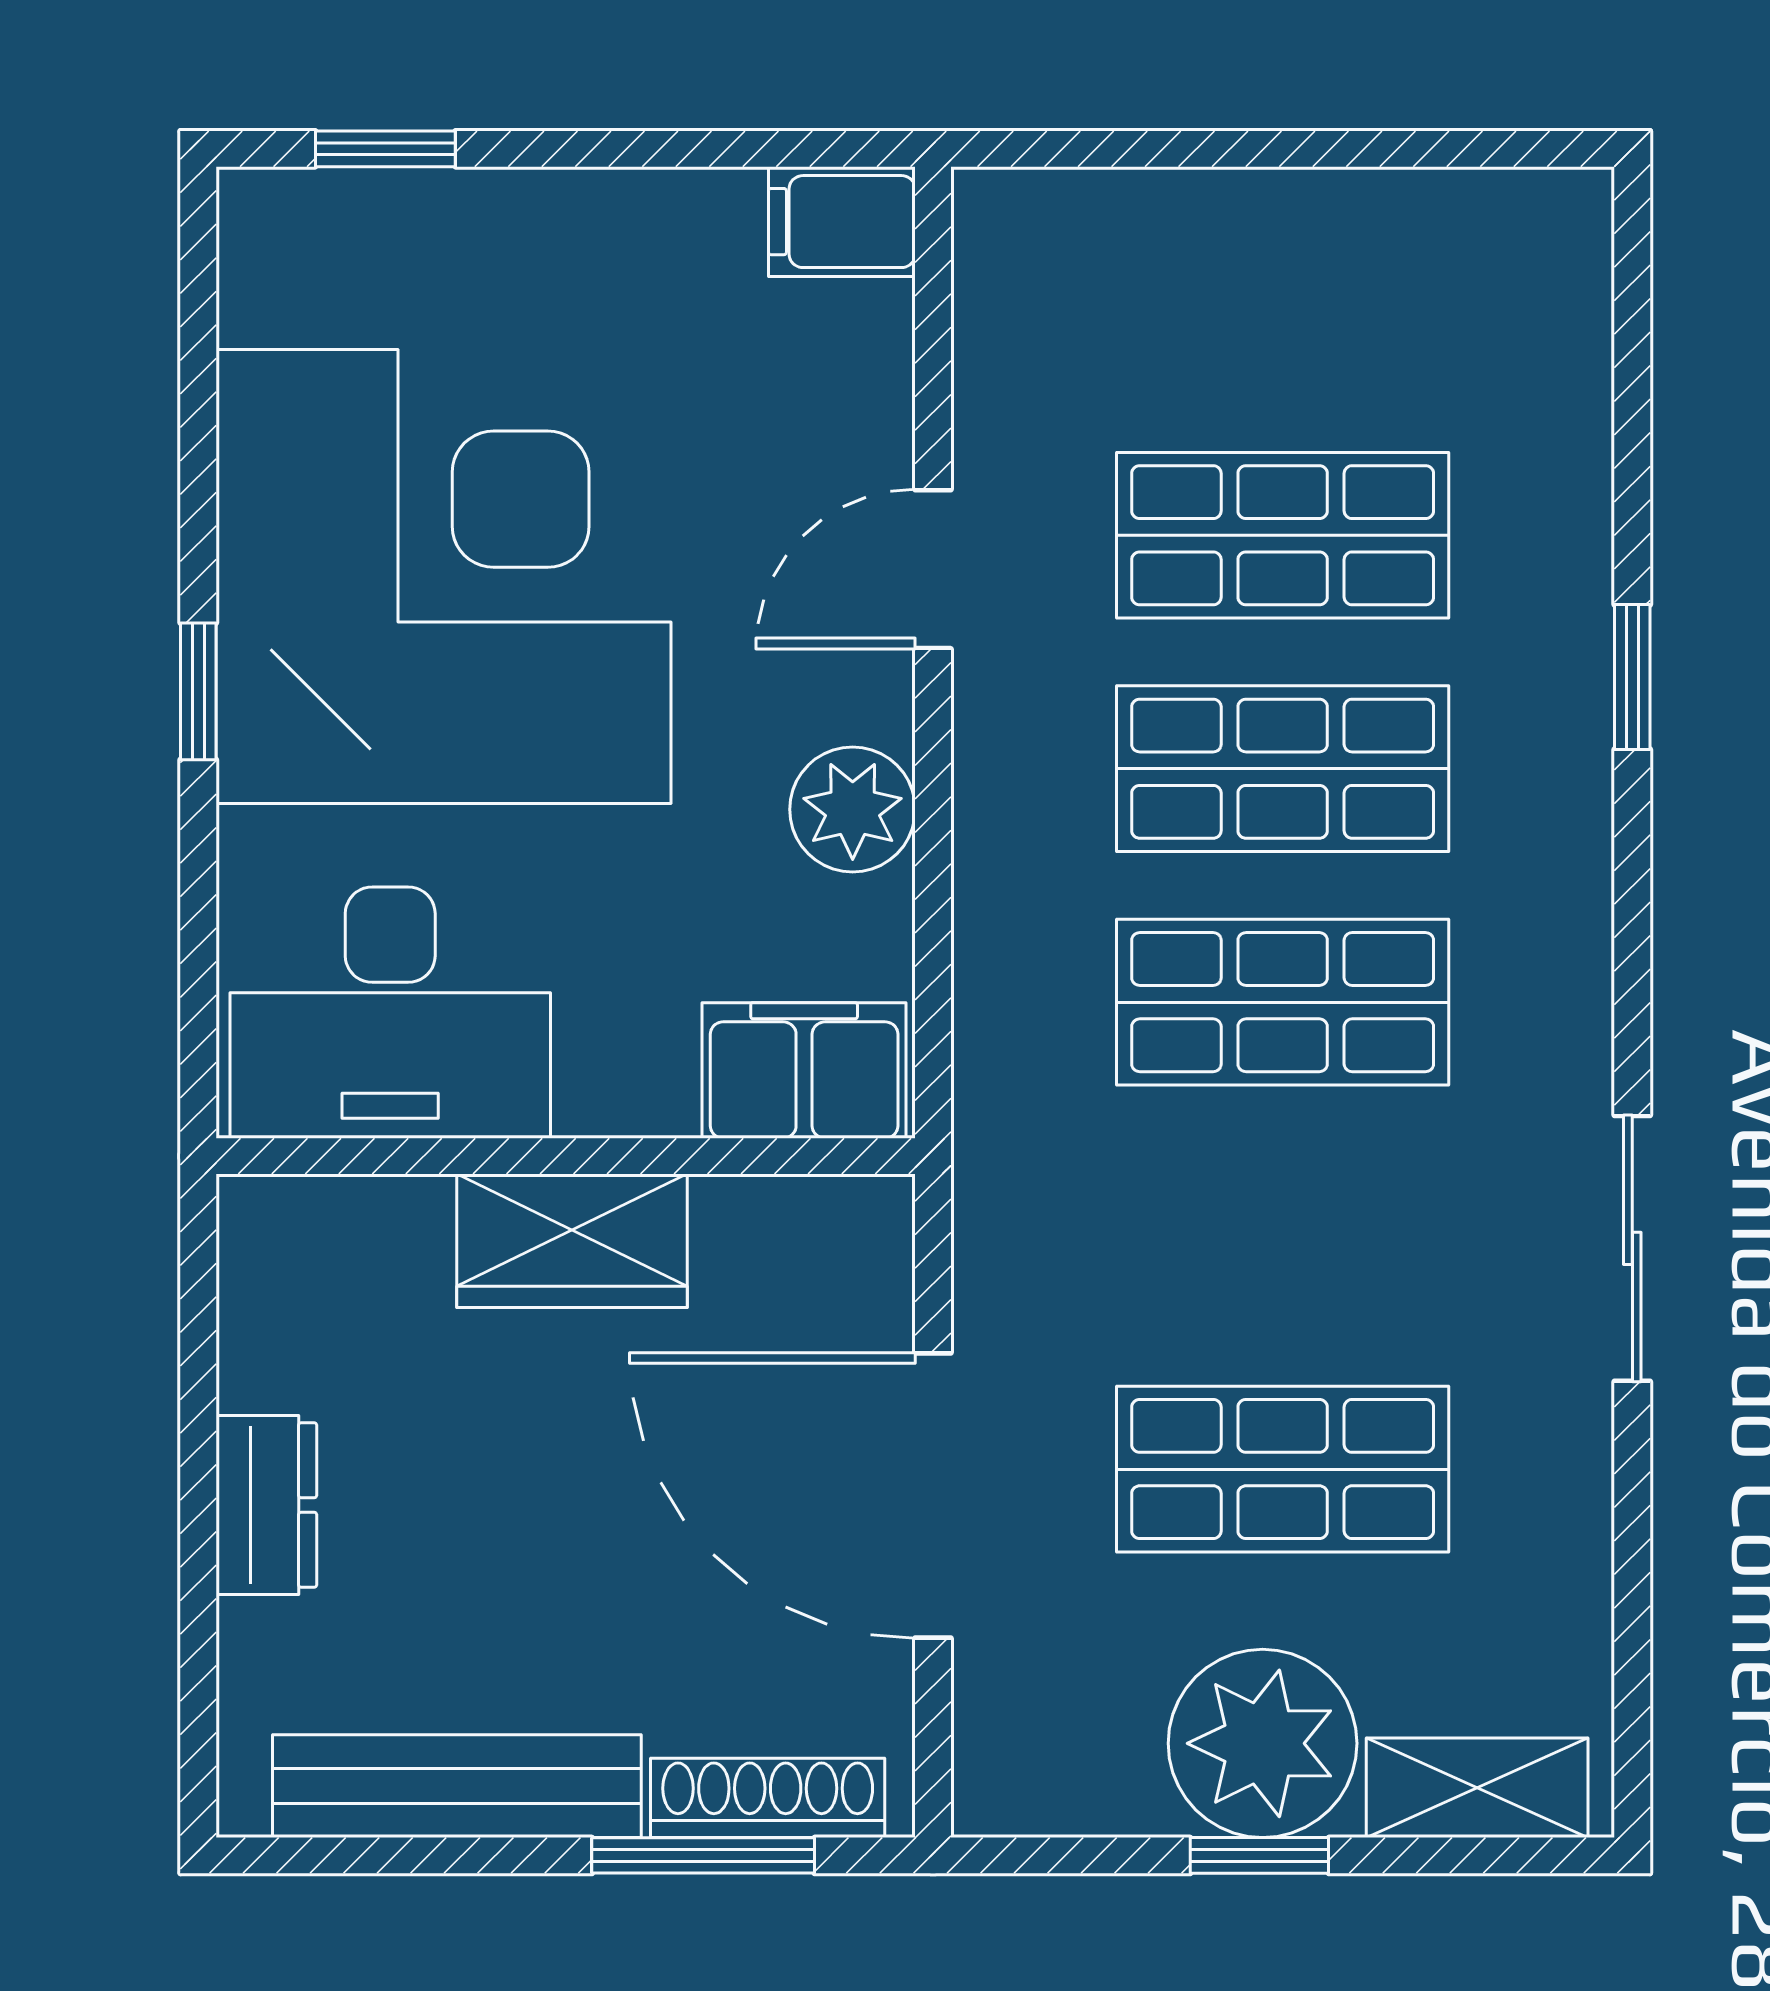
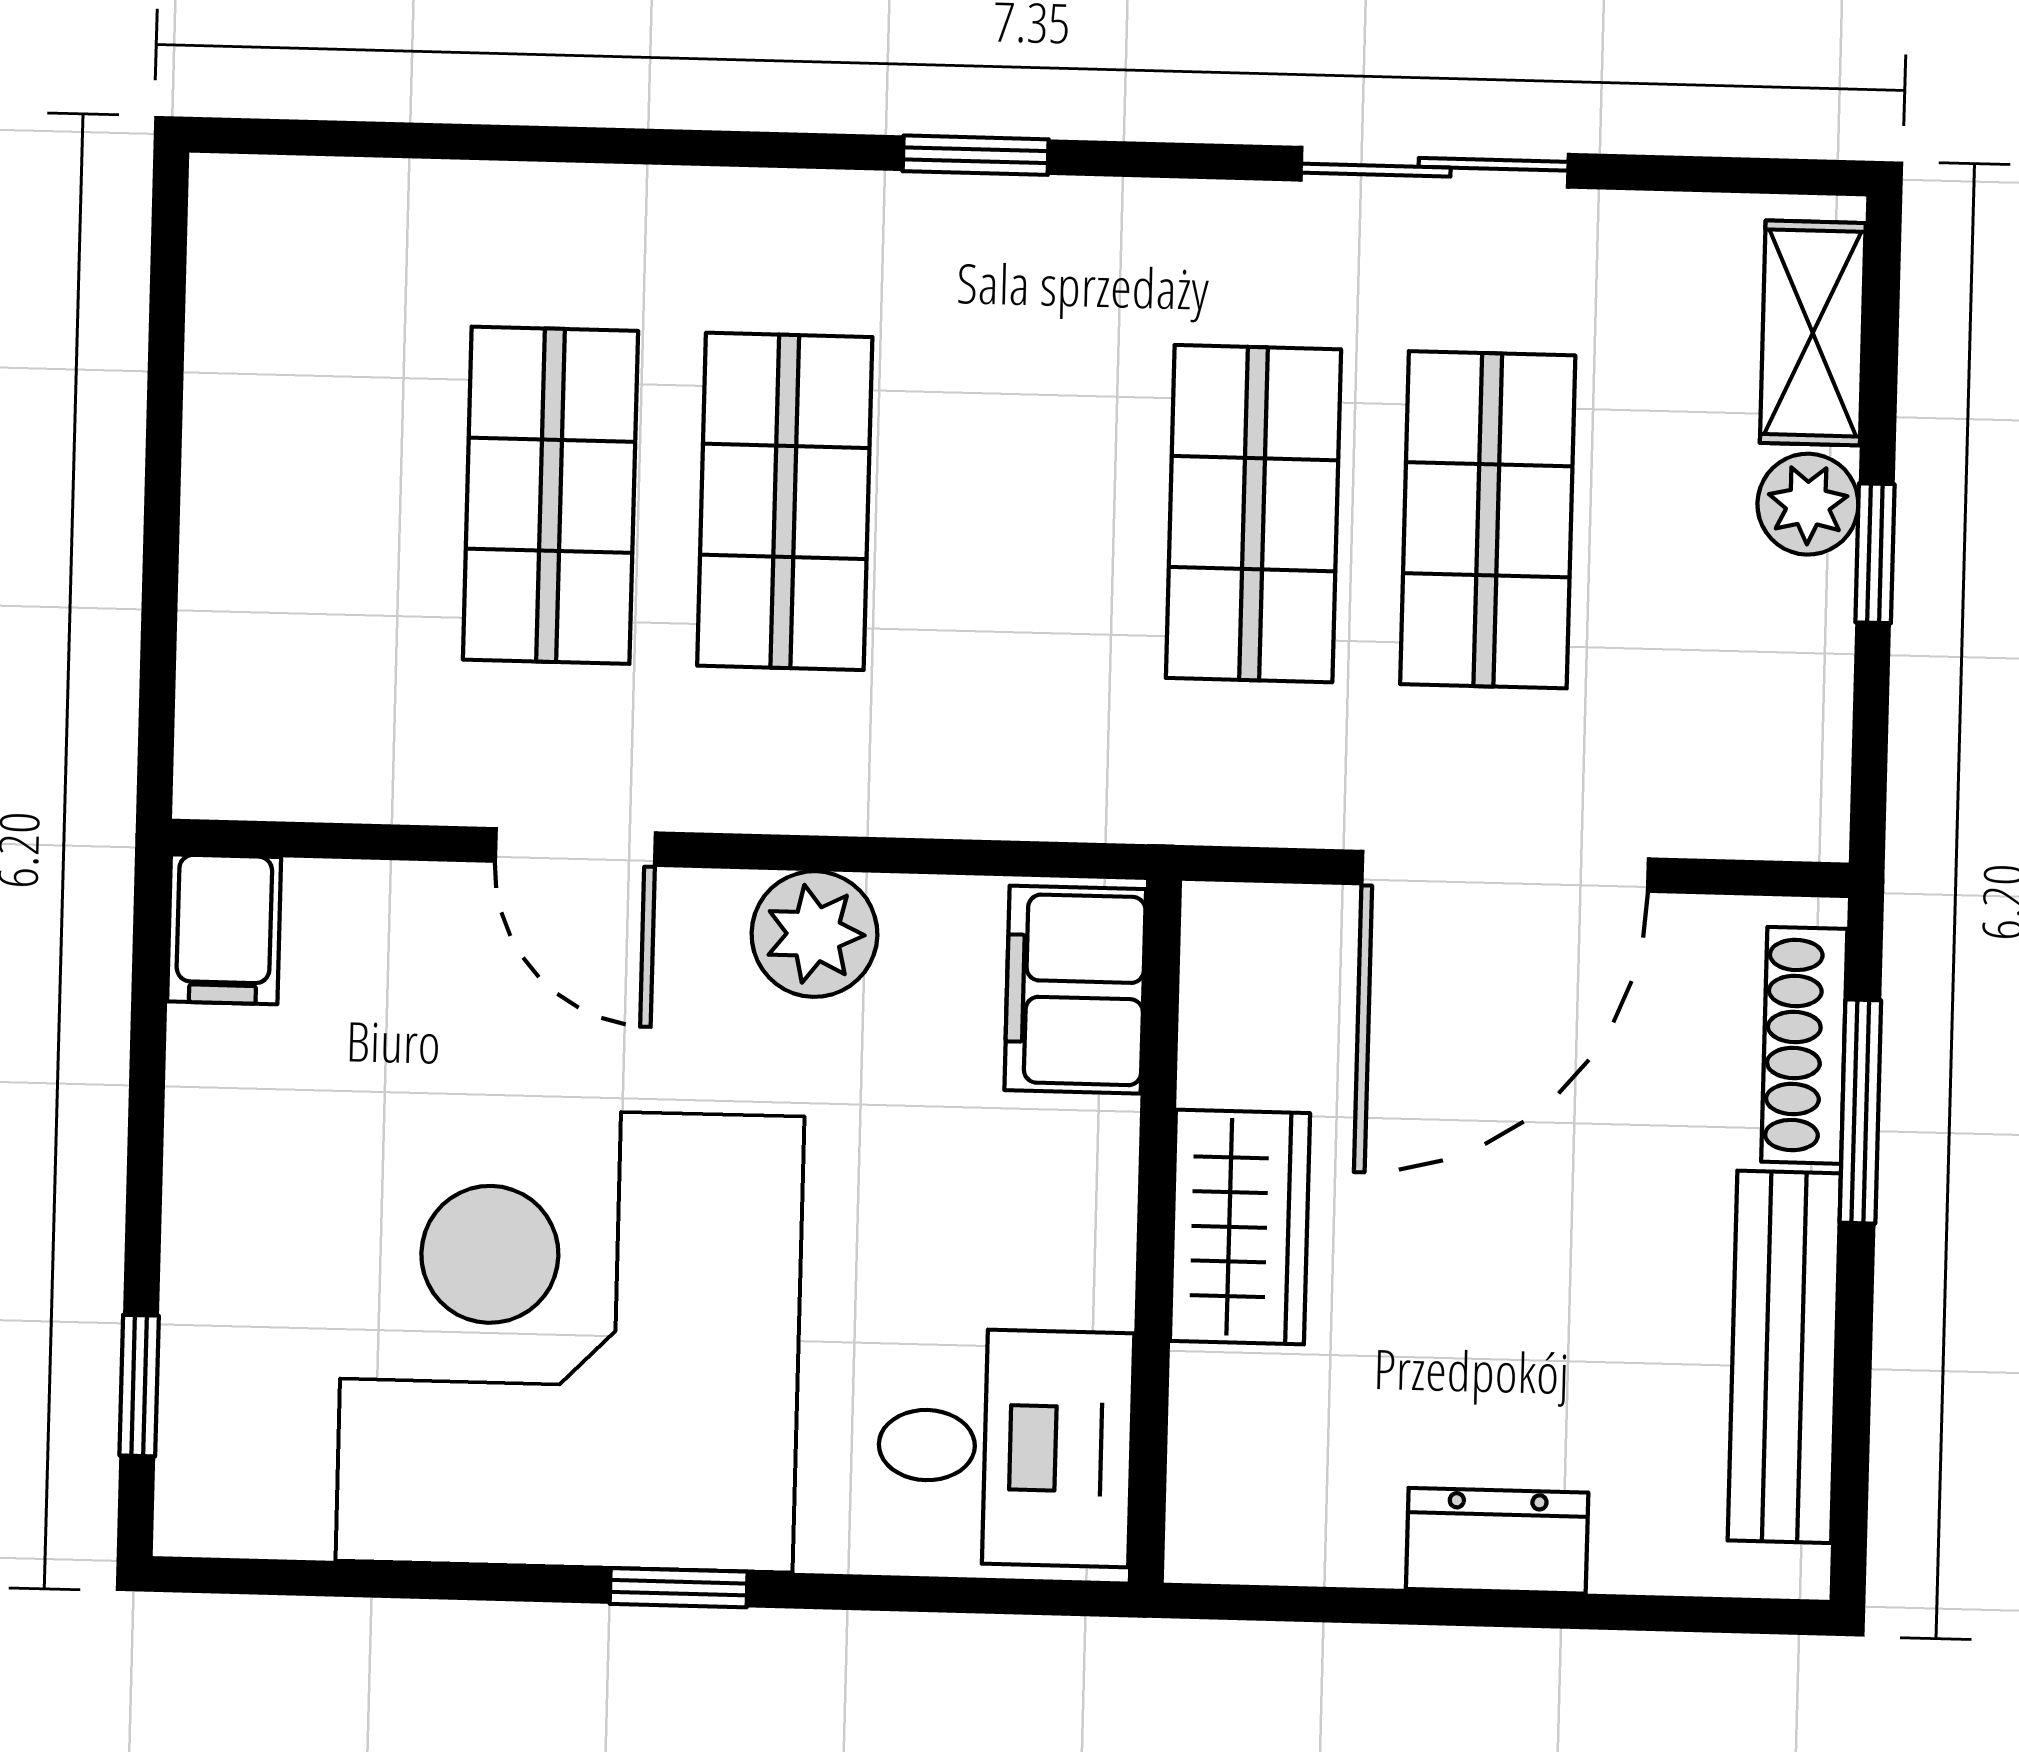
window: (1632, 677) -> (976, 155), moved
shop shelf: (1283, 1002) -> (1253, 514), moved
desk: (390, 1013) -> (1005, 1447), width x0.73
sliding door: (1632, 1248) -> (1435, 167), moved
plant: (1263, 1743) -> (1808, 504), width x0.53, depth x0.53

